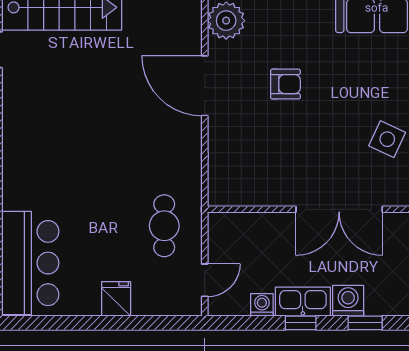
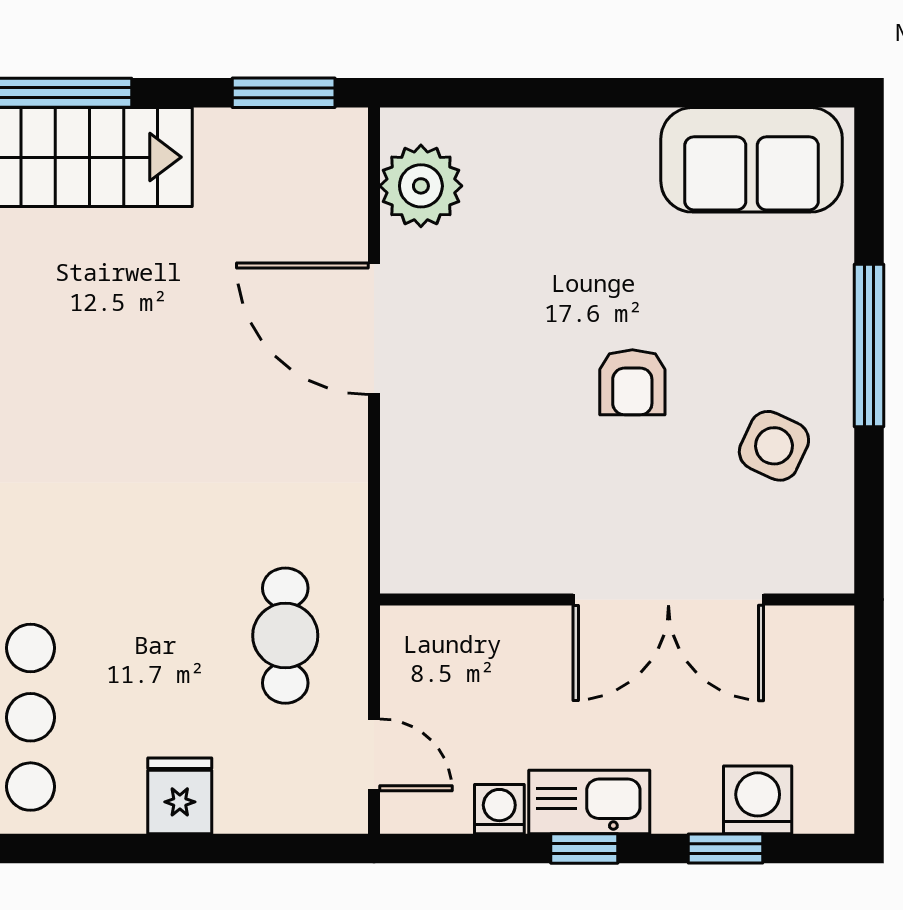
armchair: (285, 84) -> (632, 382), moved, turned 90
door: (205, 280) -> (374, 755), hinge flipped
washing machine: (348, 301) -> (758, 800), moved

